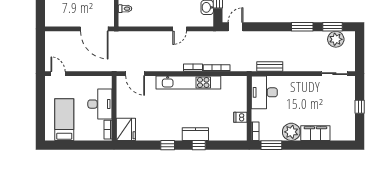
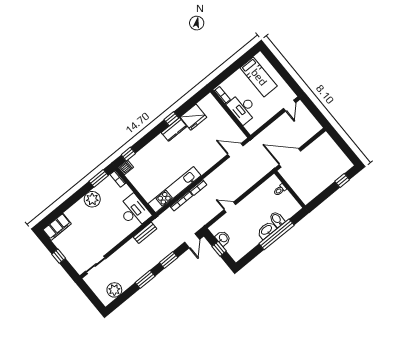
window: (333, 27) -> (169, 260), moved
door: (180, 29) -> (230, 207), hinge flipped
door: (58, 74) -> (290, 106), hinge flipped
kitchen unit: (188, 83) -> (175, 190), moved
dishwasher: (240, 117) -> (126, 168), moved
fridge: (126, 129) -> (193, 117), moved, turned -90
filing cabinet: (315, 133) -> (57, 227), moved
kitchen counter: (195, 134) -> (174, 129), moved
window: (199, 145) -> (128, 154), moved

